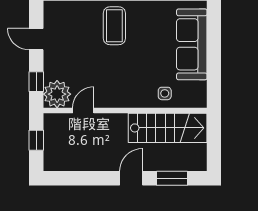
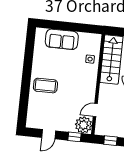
sofa: (192, 44) -> (62, 39), width x0.73
door: (83, 110) -> (95, 110), hinge flipped

